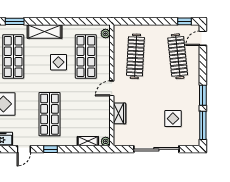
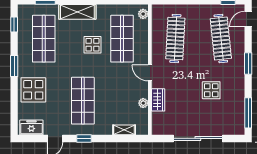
door: (112, 88) -> (150, 73), hinge flipped
window: (203, 95) -> (248, 63), moved
display table: (173, 119) -> (211, 90), moved
plant: (106, 141) -> (143, 103), moved

